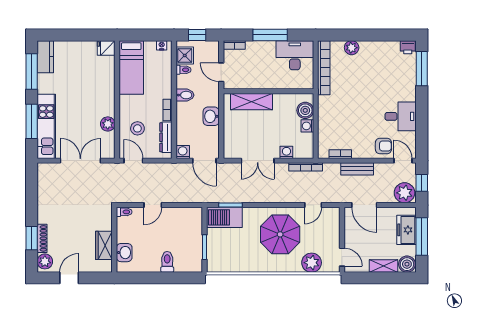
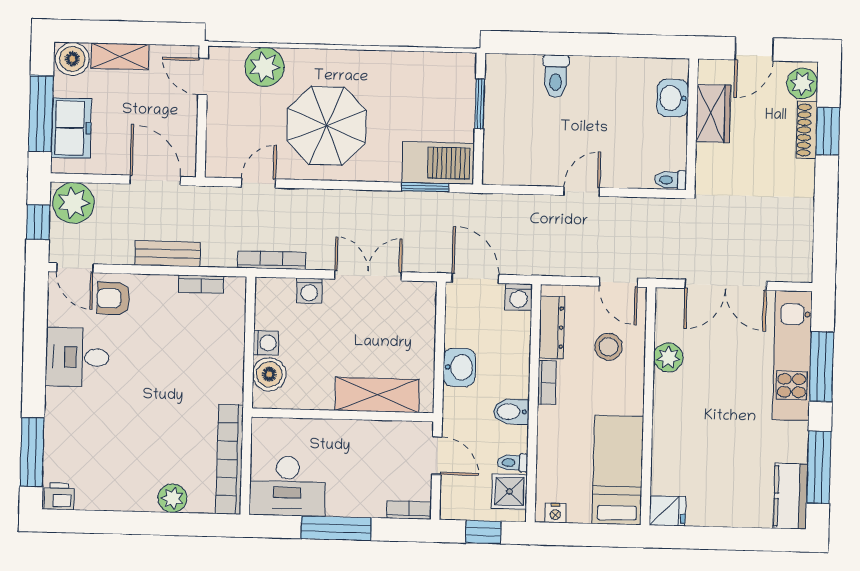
toilet: (124, 212) -> (671, 180), moved
wall: (114, 240) -> (692, 124), moved
wardrobe: (104, 245) -> (713, 114), moved
washbasin: (124, 253) -> (673, 98), moved

